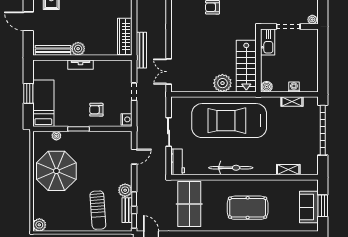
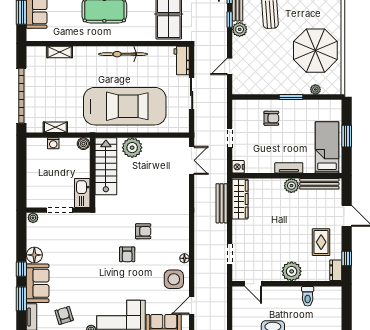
bench: (141, 50) -> (222, 203), moved
bed: (43, 103) -> (327, 147), moved, turned 180
nightstand: (126, 119) -> (238, 167), moved

